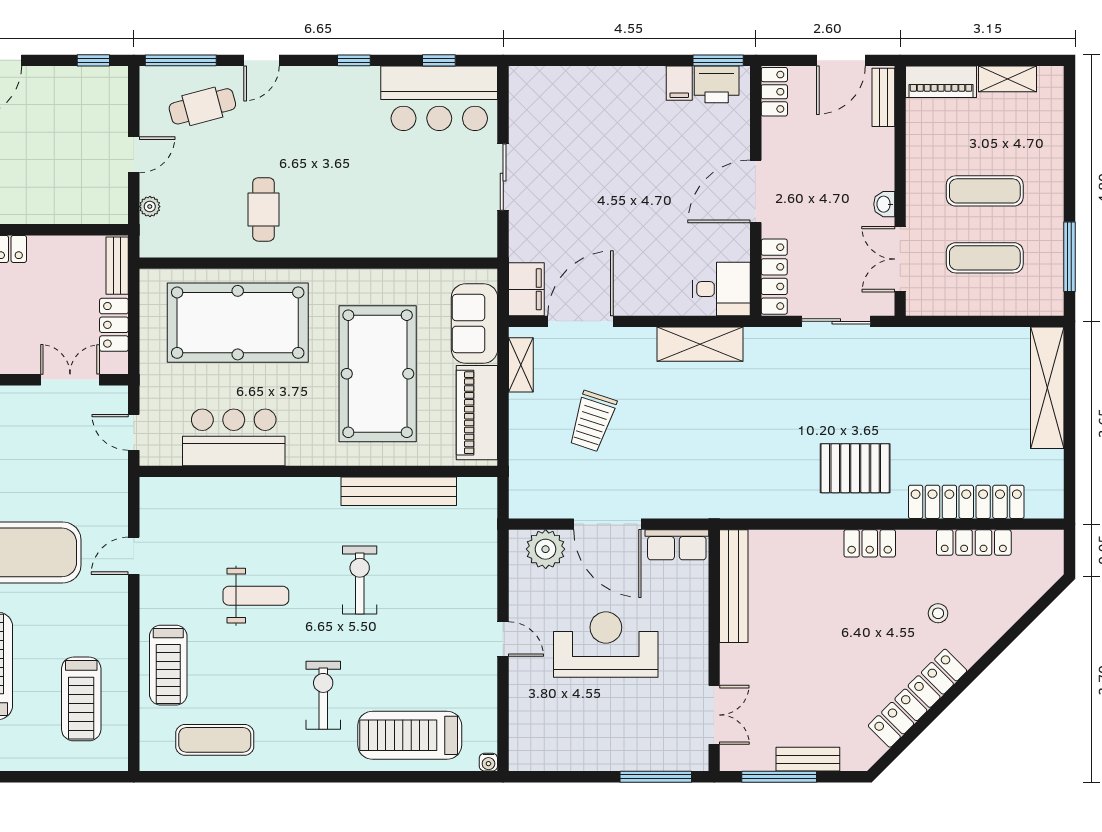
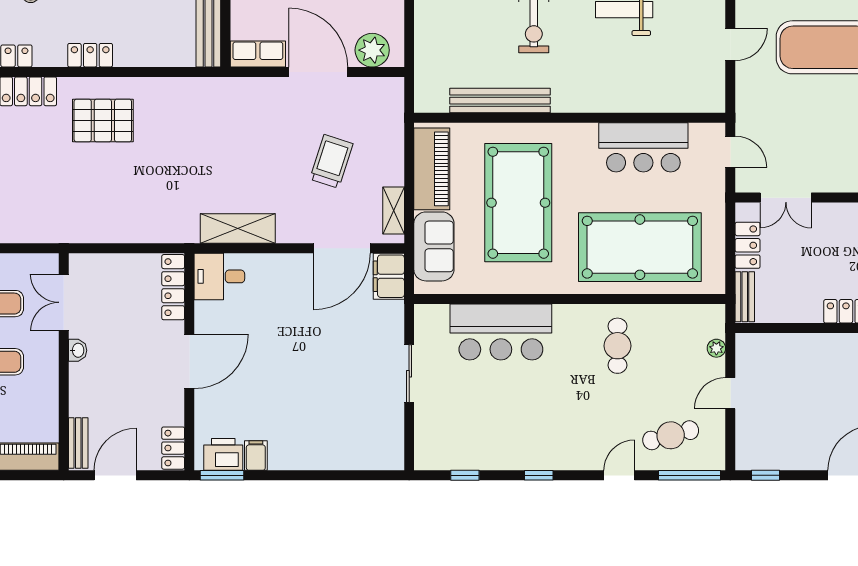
bar counter: (439, 98) -> (501, 332), moved, turned 180
double door: (900, 259) -> (64, 302), swing flipped
sliding door: (836, 321) -> (119, 248), removed

